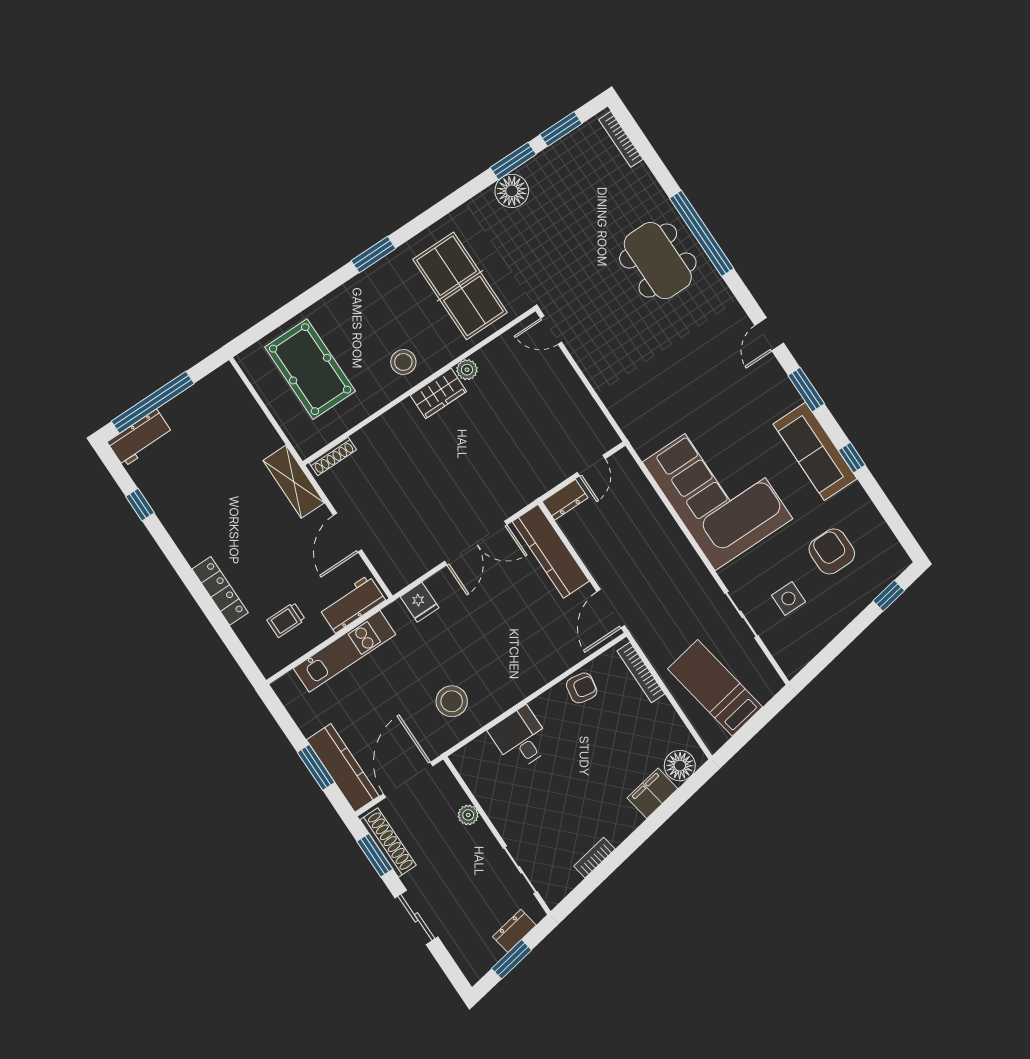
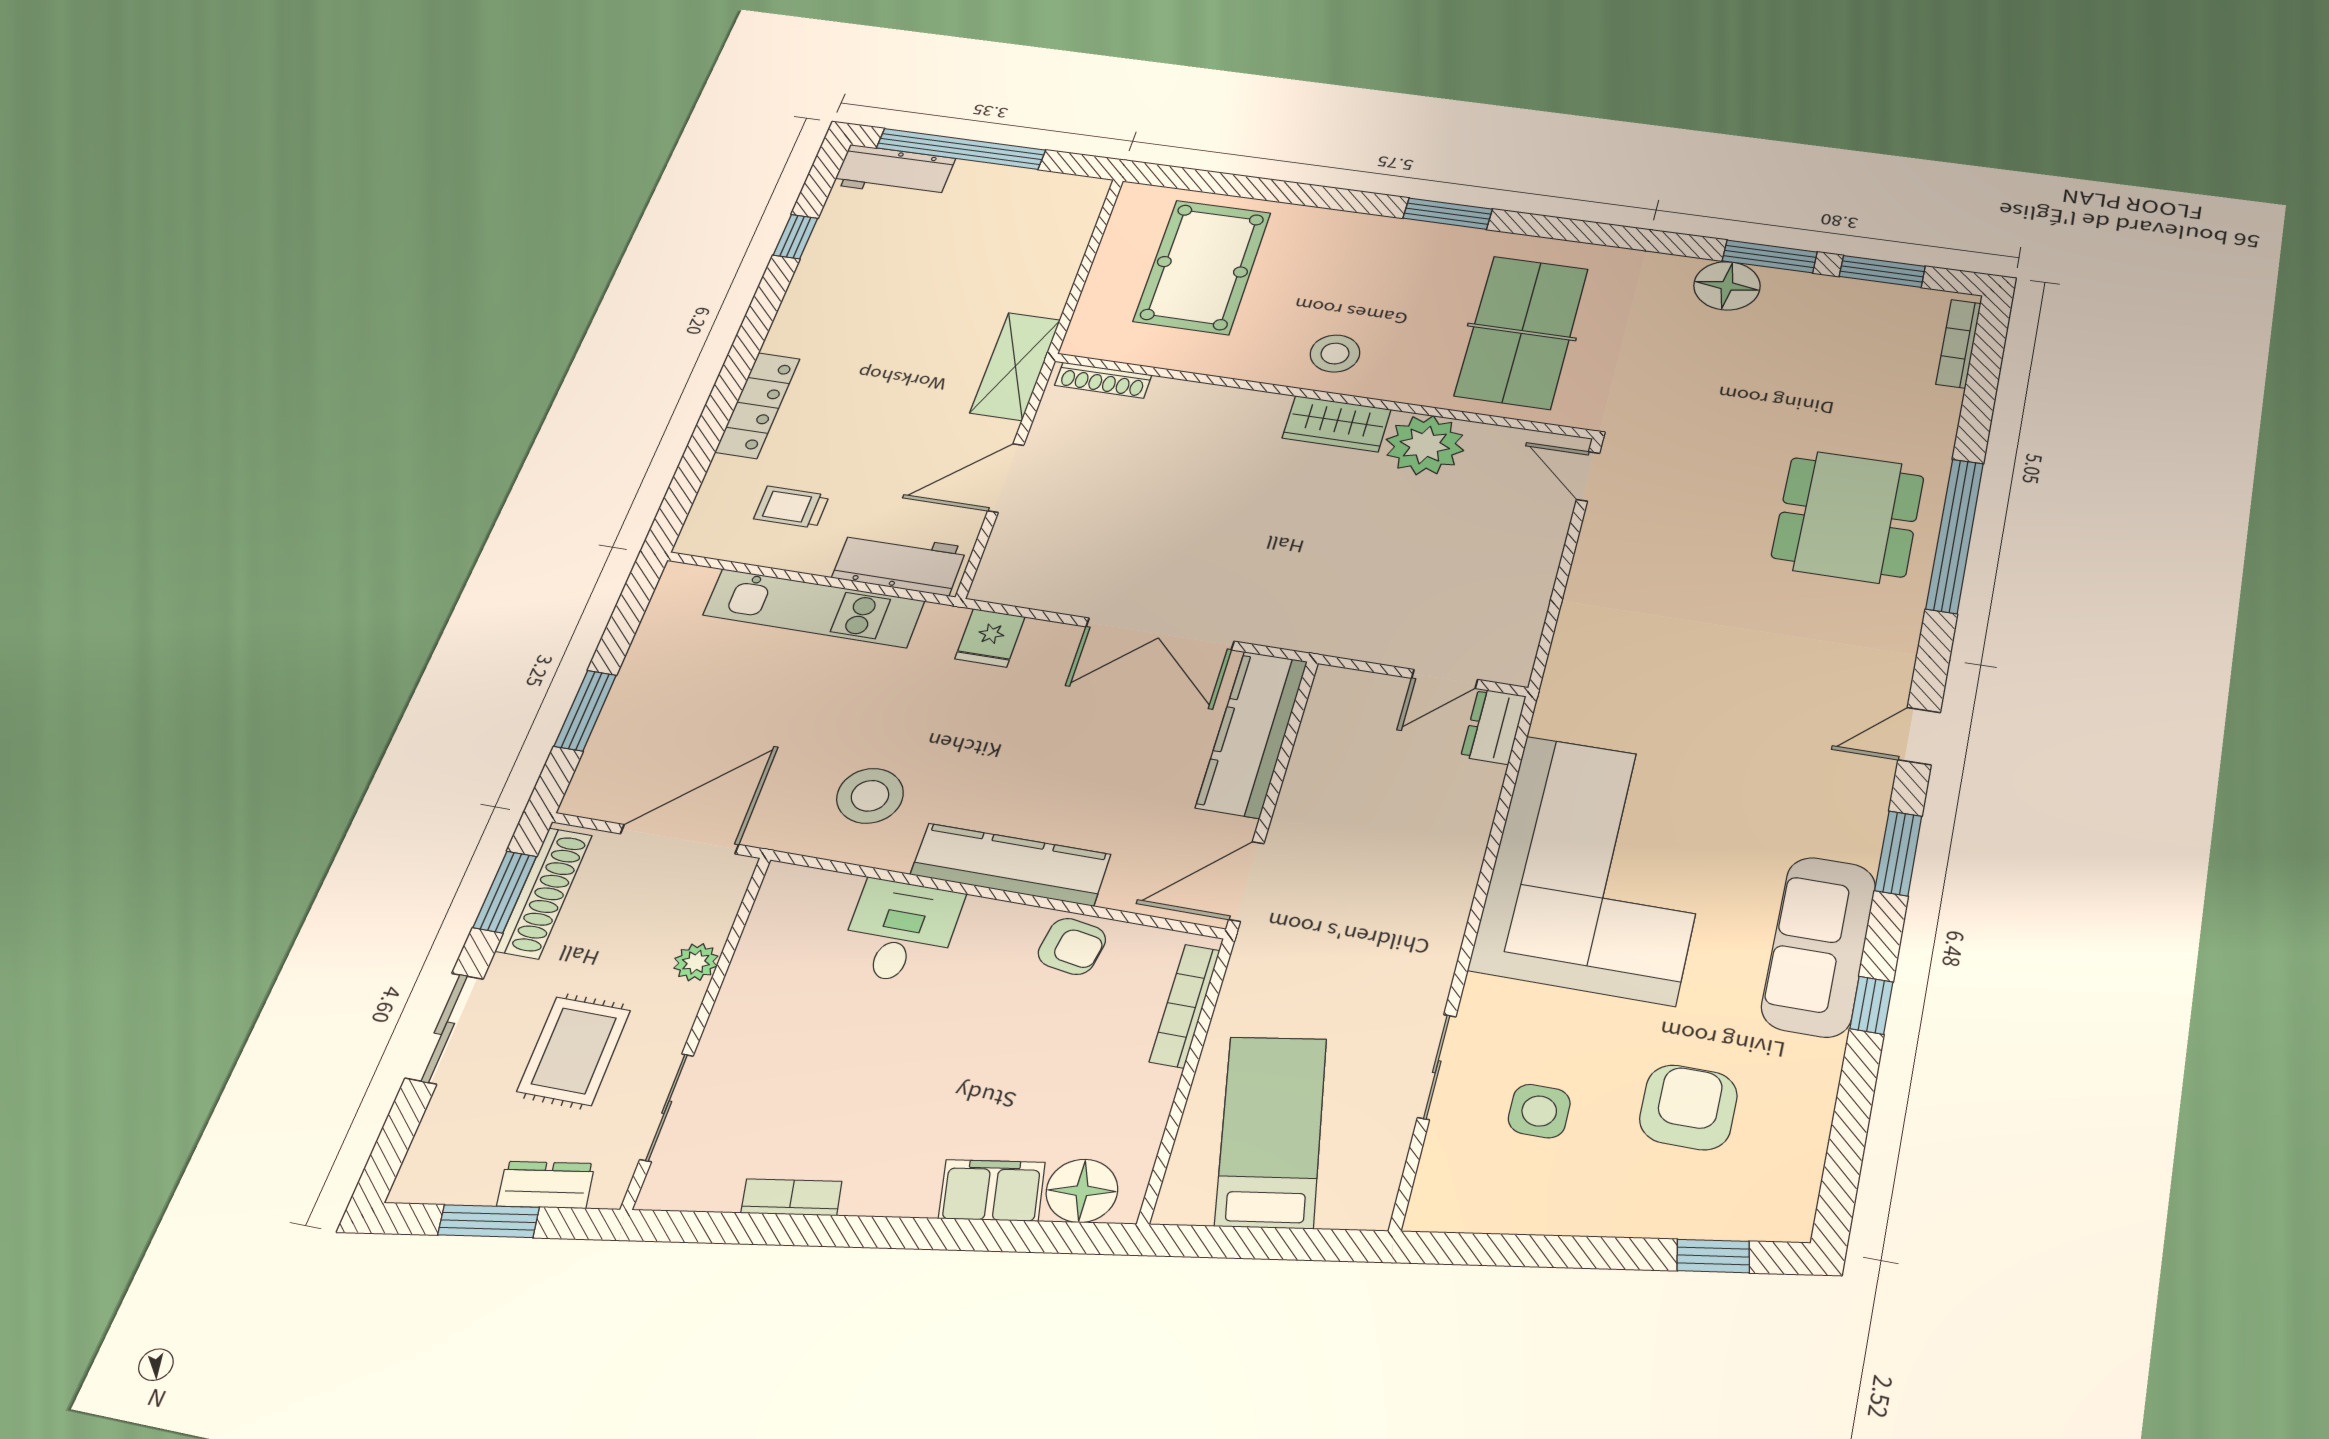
plant: (467, 370) -> (1425, 445), width x1.88, depth x1.88
dresser: (565, 500) -> (1494, 726), moved, turned 90
kitchen counter: (343, 768) -> (1010, 865), moved, turned -90
rug: (467, 882) -> (574, 1051), added

